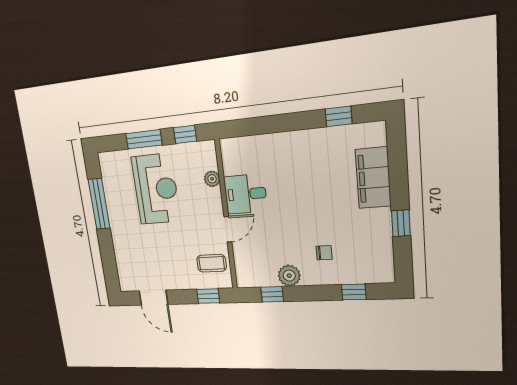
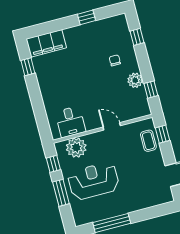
filing cabinet: (373, 178) -> (46, 43), moved
plant: (212, 179) -> (76, 148), width x1.87, depth x1.87
desk: (245, 194) -> (70, 122), moved
coffee table: (212, 263) -> (148, 141), moved

